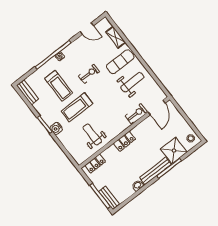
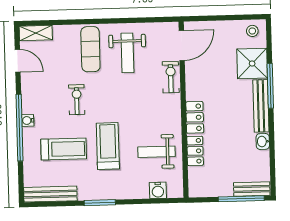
door: (87, 29) -> (18, 61), hinge flipped
shelving: (116, 37) -> (36, 33), moved
weight bench: (132, 82) -> (127, 53), turned 180
bench: (28, 92) -> (50, 194), width x1.36
treadmill: (77, 107) -> (108, 146), turned 180
door: (157, 107) -> (182, 45), hinge flipped
water cooler: (56, 128) -> (158, 190), moved
locker: (95, 164) -> (195, 151), moved

